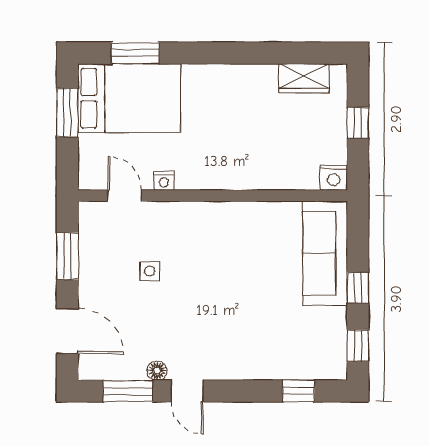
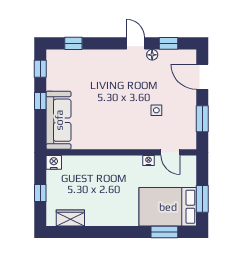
window: (128, 391) -> (169, 43), width x0.67

